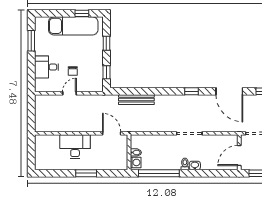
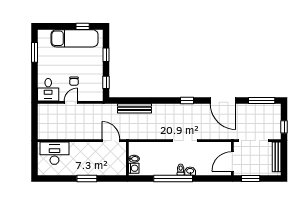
desk: (46, 67) -> (48, 90), moved, turned -90
desk: (75, 147) -> (54, 153), moved
window: (159, 173) -> (173, 178), moved

